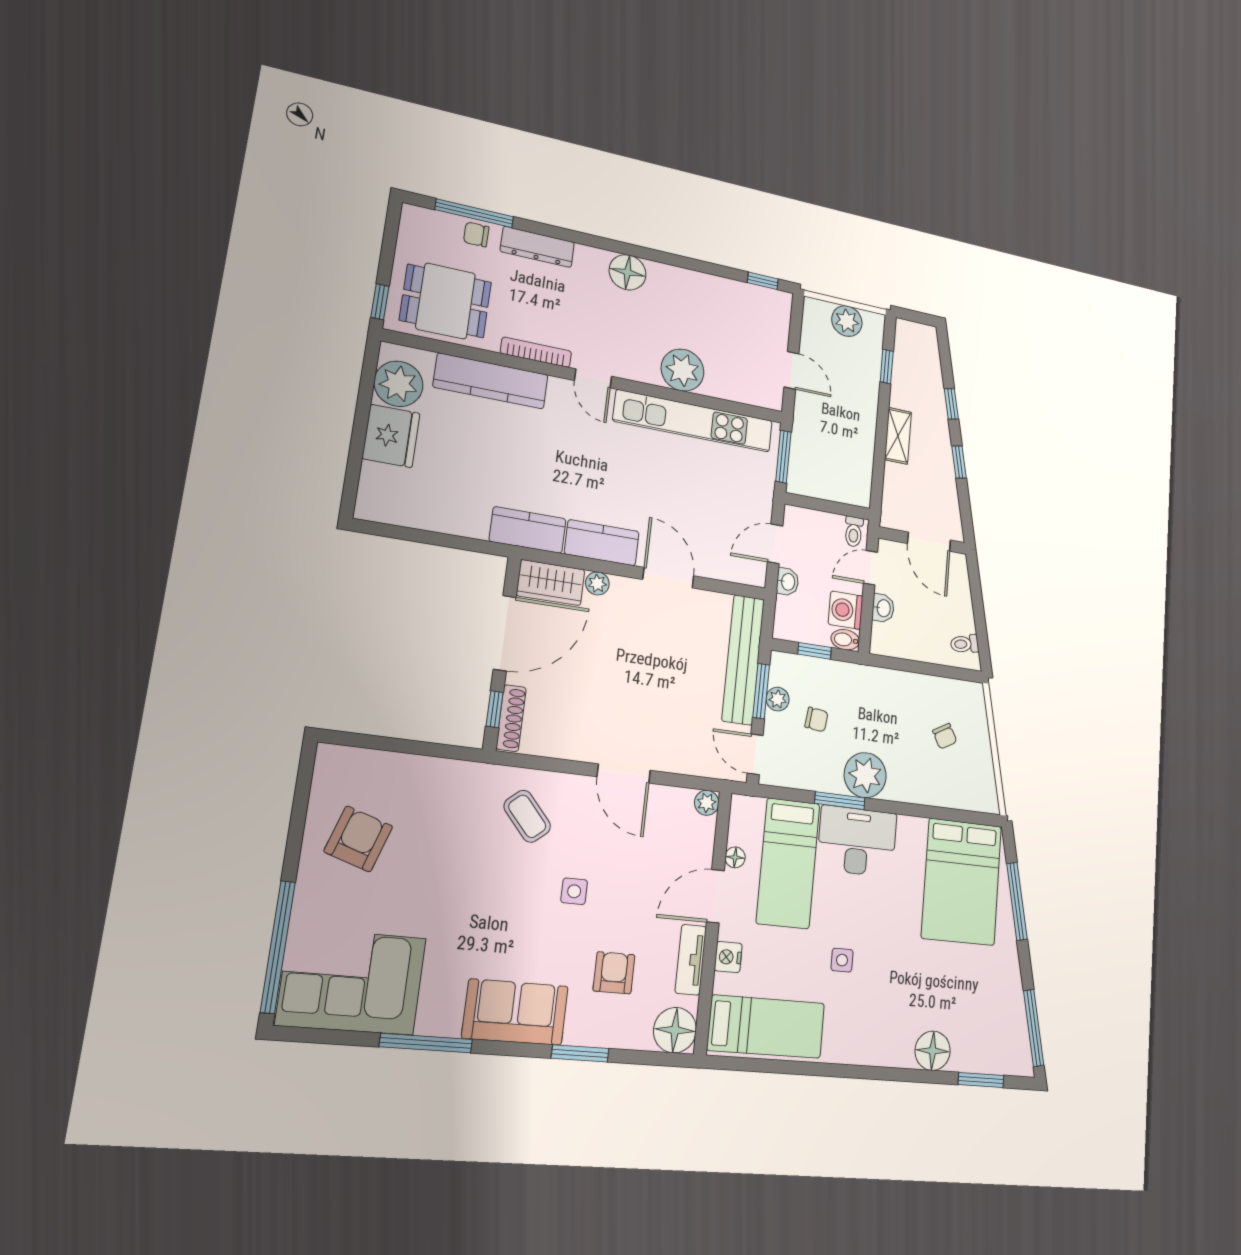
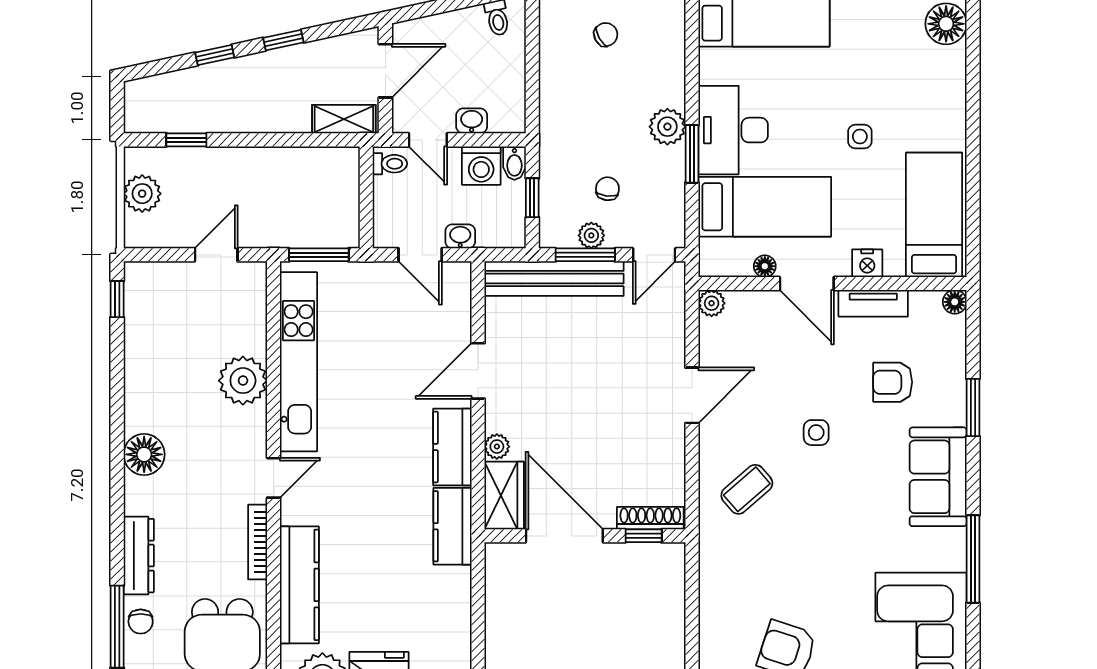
shelving: (898, 436) -> (344, 119), moved
plant: (865, 775) -> (667, 127), width x0.73, depth x0.73
floor lamp: (675, 1030) -> (955, 302), width x0.53, depth x0.53

